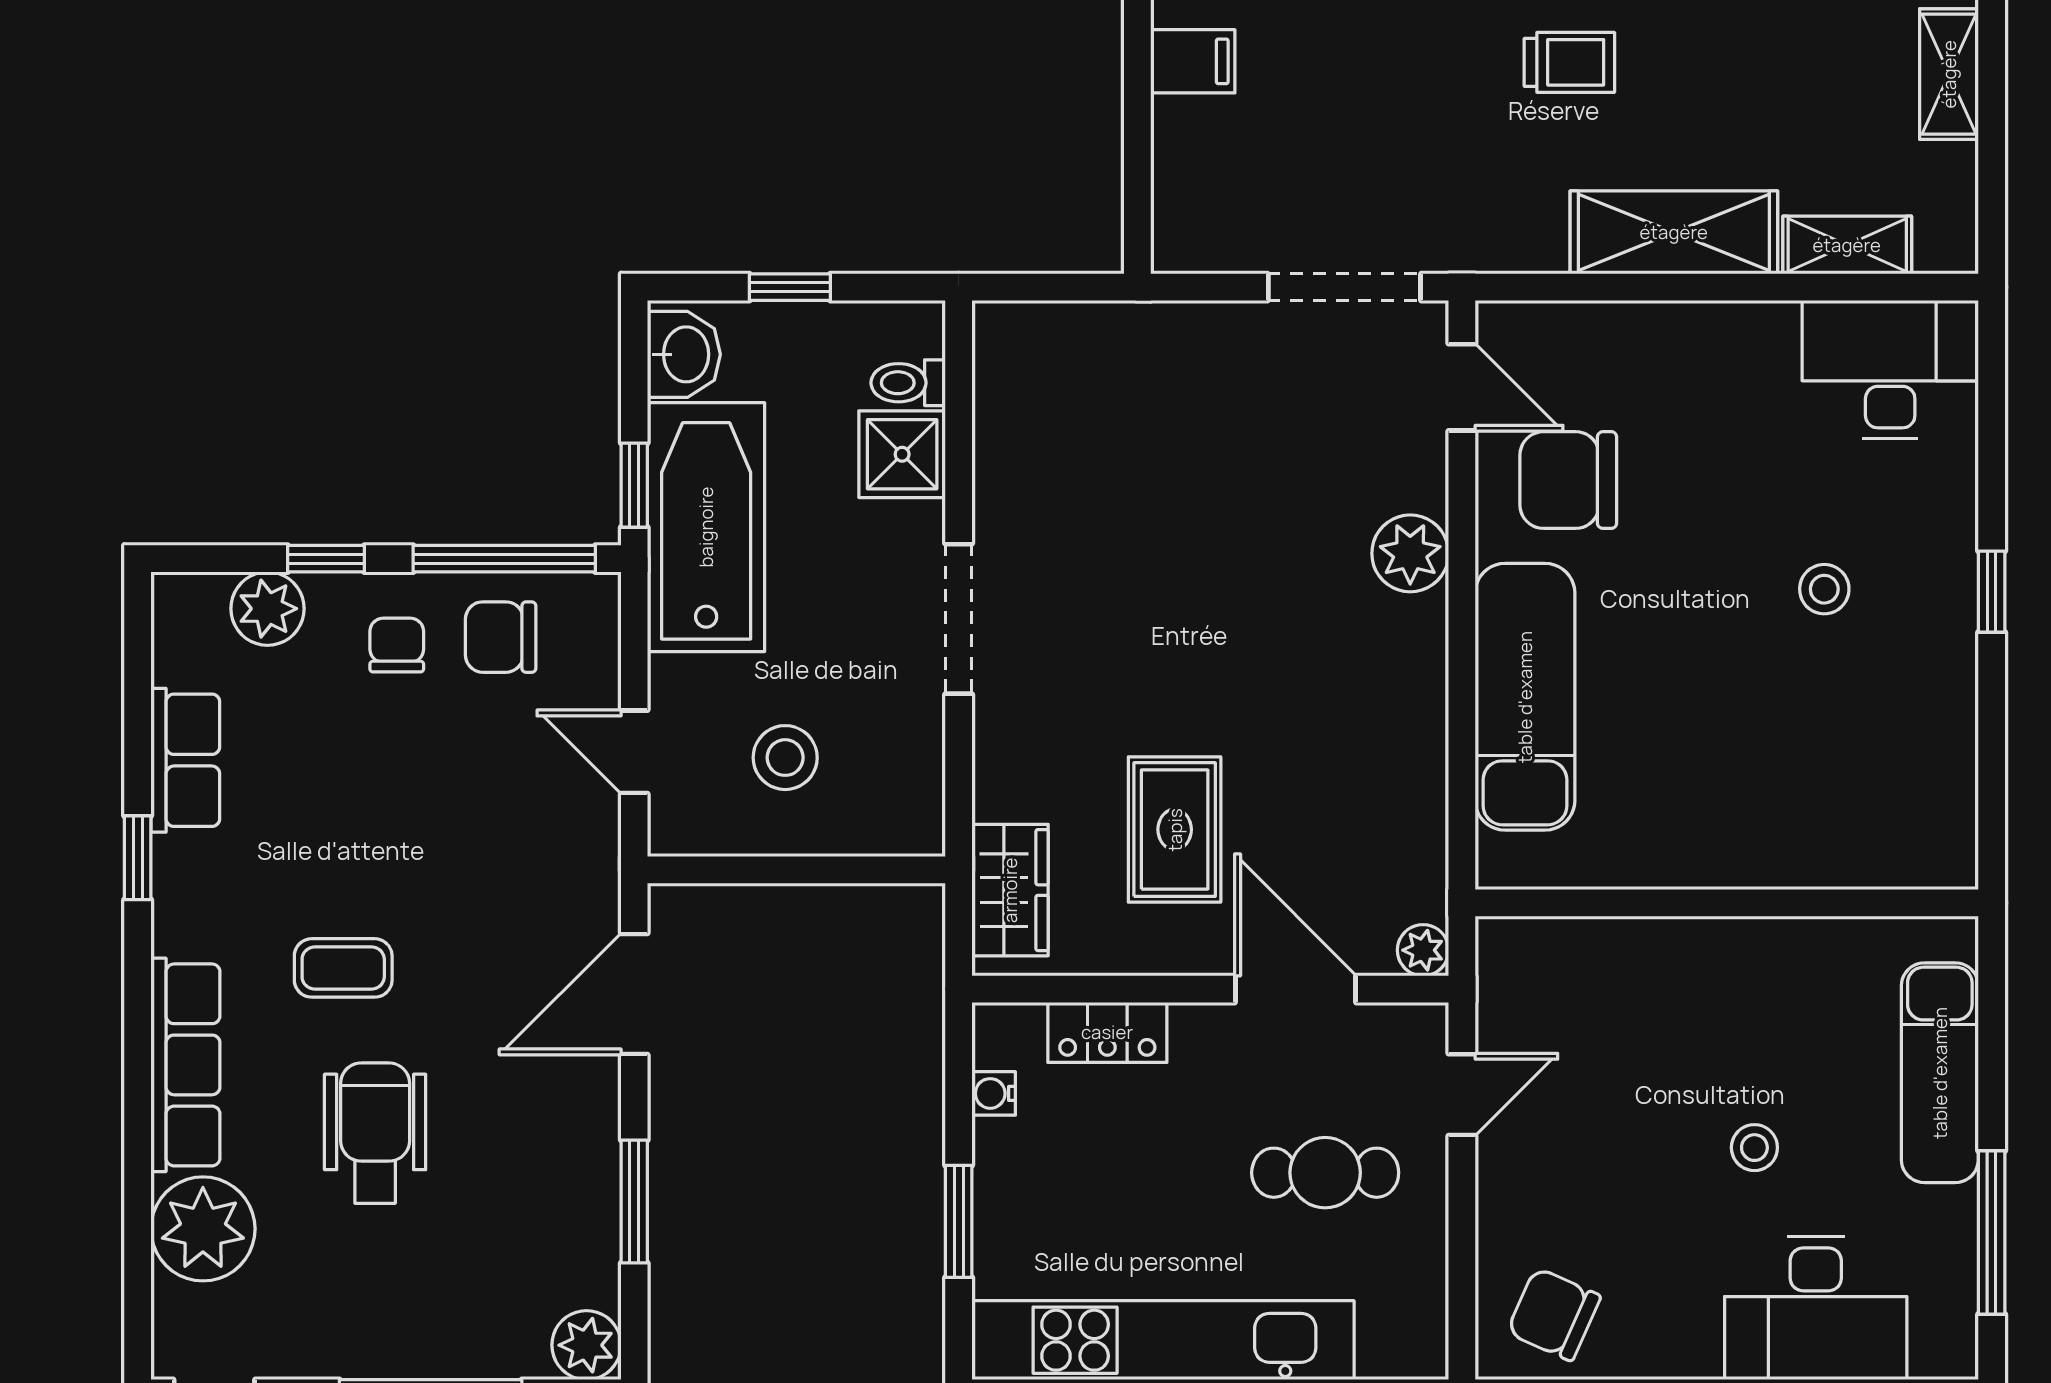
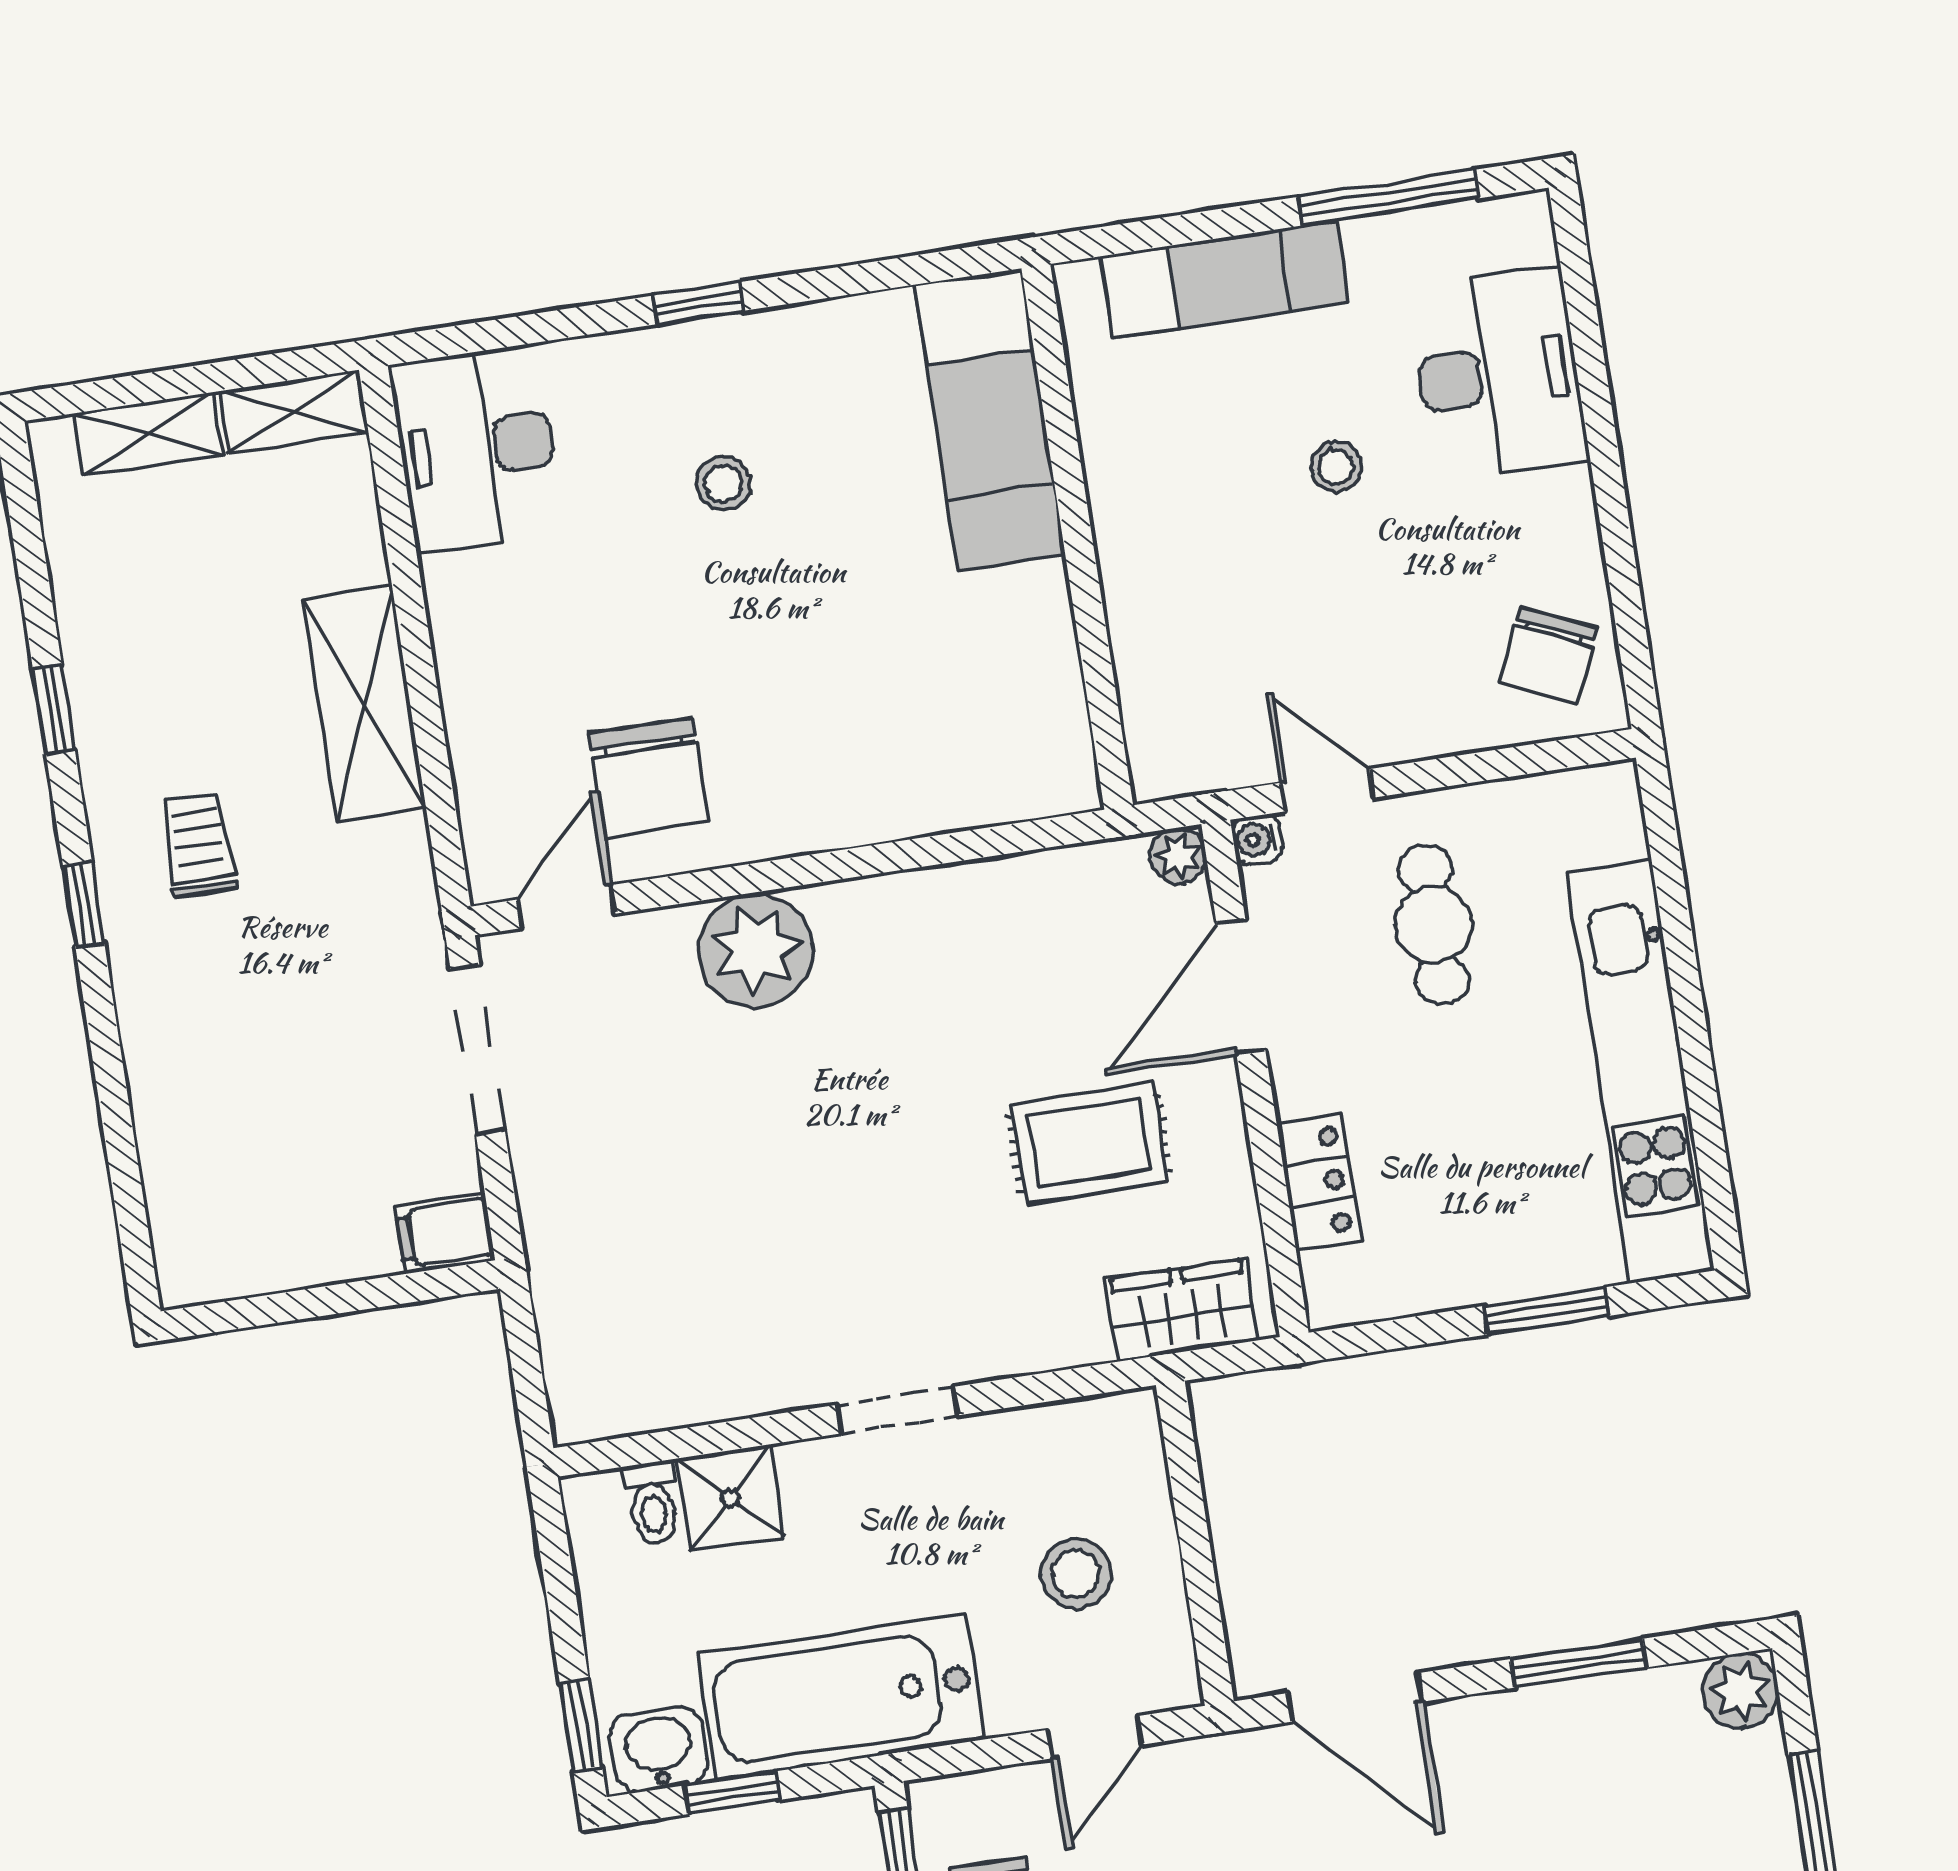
filing cabinet: (1193, 61) -> (445, 1233), moved, turned -90
shelving: (1847, 245) -> (294, 411), moved, turned 90
window: (790, 287) -> (581, 1725), moved
window: (634, 485) -> (732, 1793), moved
plant: (1410, 553) -> (756, 950), width x1.36, depth x1.36
doorway: (959, 619) -> (898, 1410), width x0.73
exam couch: (1525, 697) -> (990, 420), moved, turned -90
water cooler: (994, 1093) -> (1257, 840), moved, turned 90

